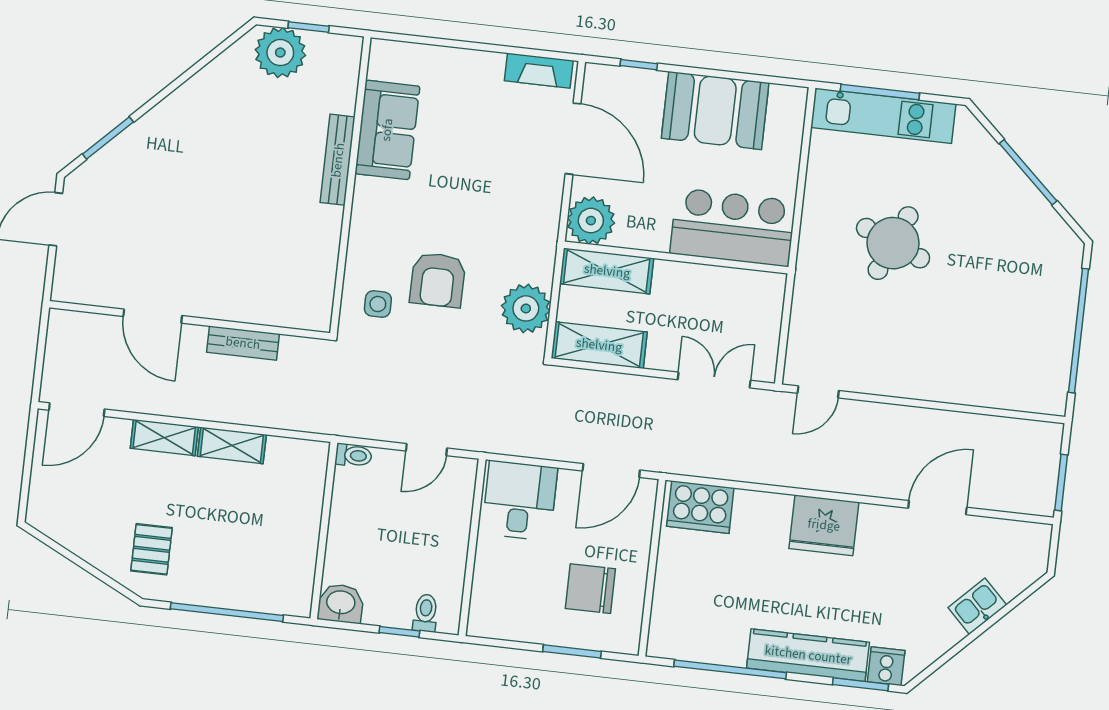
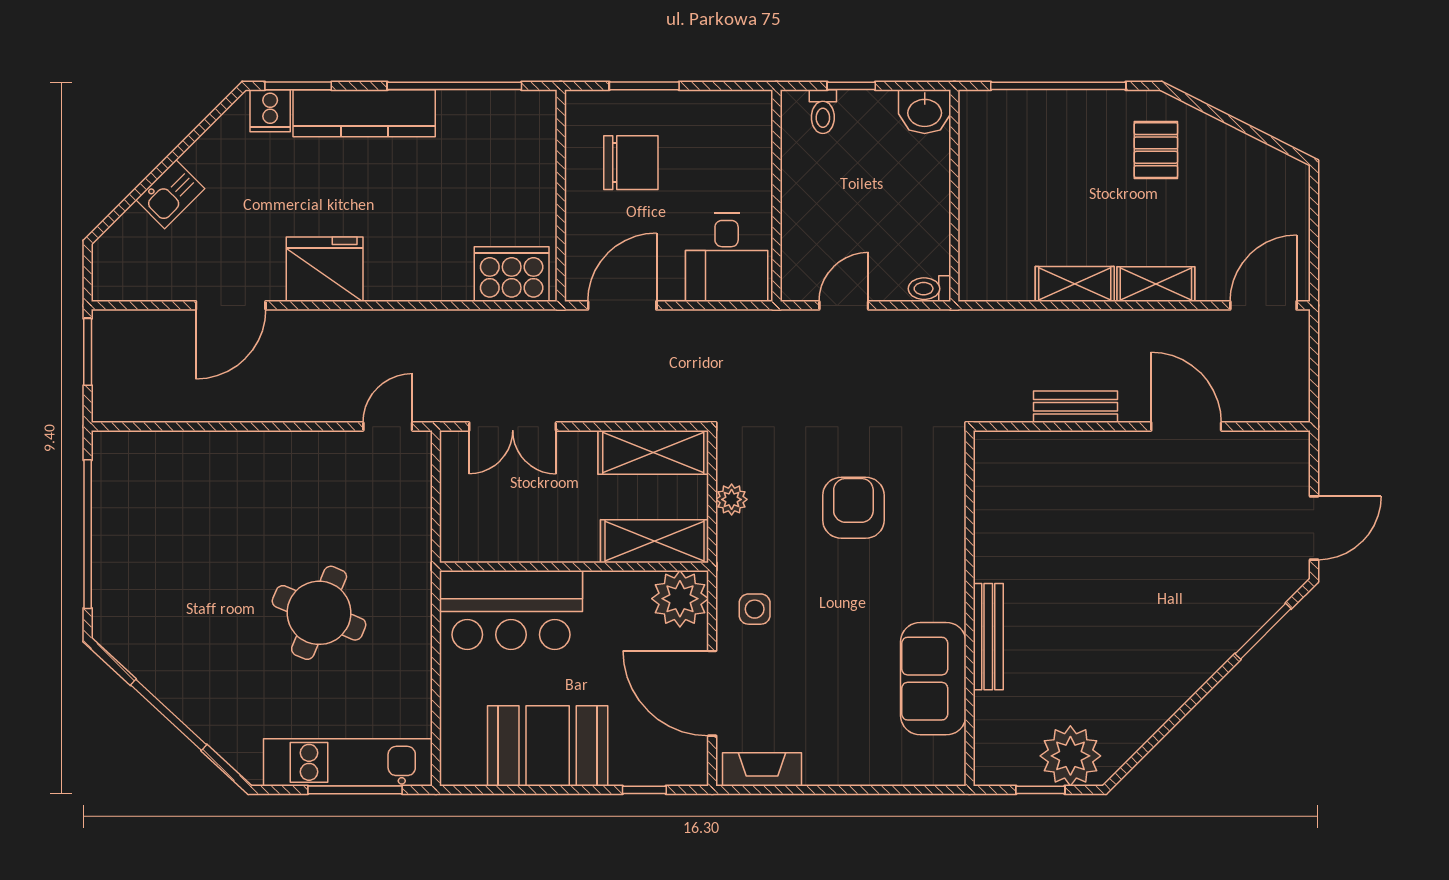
side table: (378, 304) -> (755, 609), moved
plant: (526, 308) -> (732, 499), width x0.53, depth x0.53
fridge: (824, 525) -> (325, 269), moved

